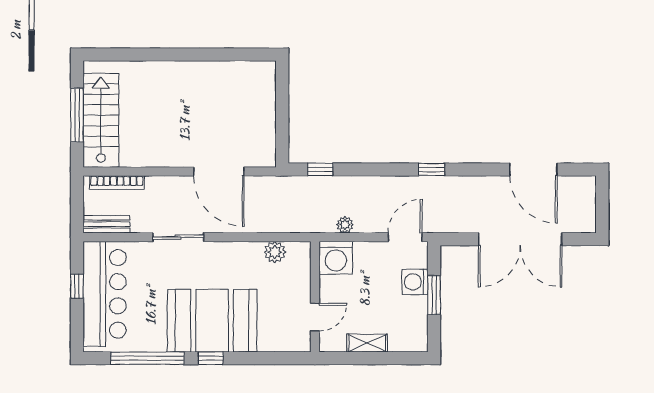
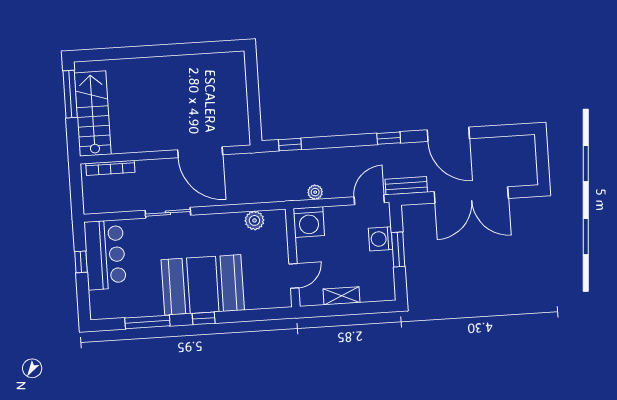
window: (77, 115) -> (70, 94), moved
door: (533, 169) -> (448, 134), moved
bench: (107, 224) -> (406, 186), moved
bar counter: (105, 294) -> (105, 255), width x0.73
window: (147, 358) -> (147, 322), width x0.68

